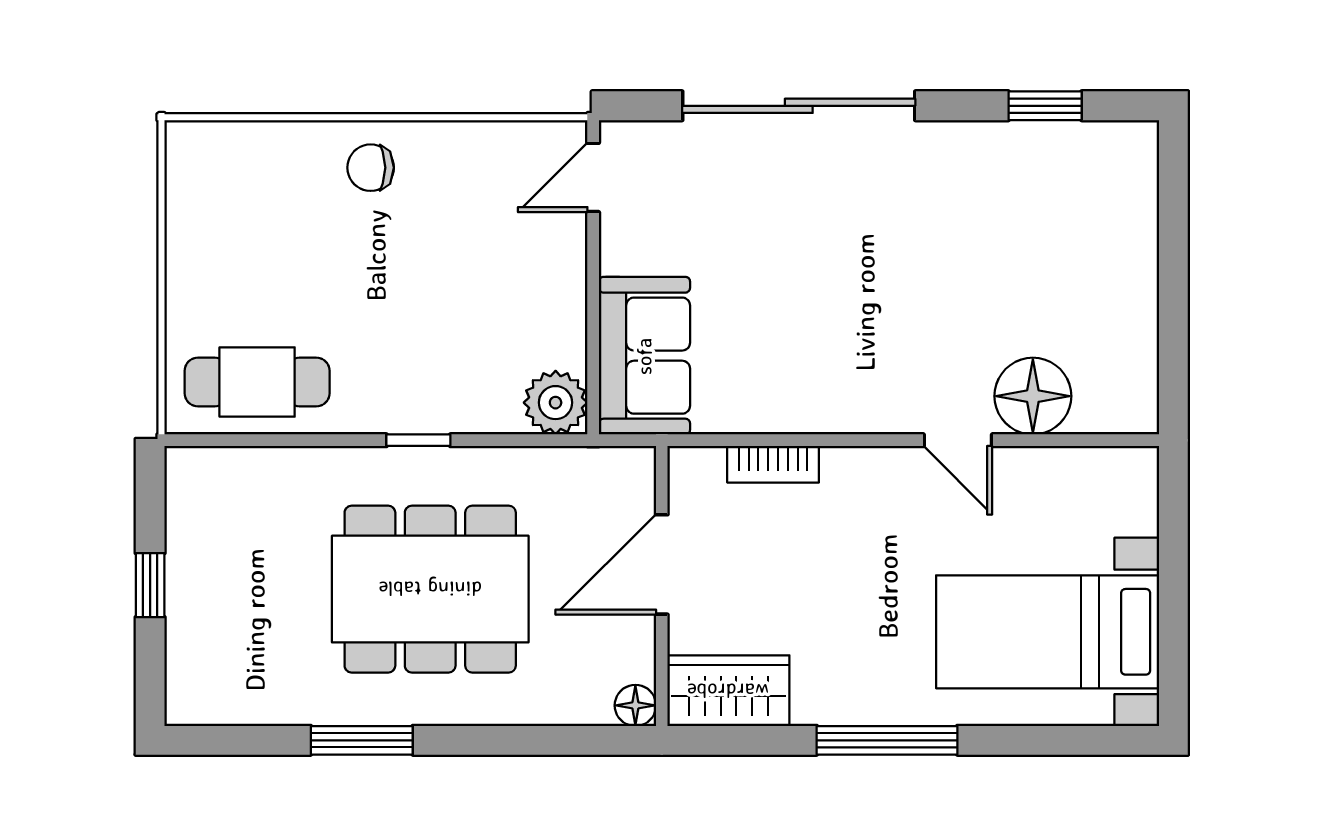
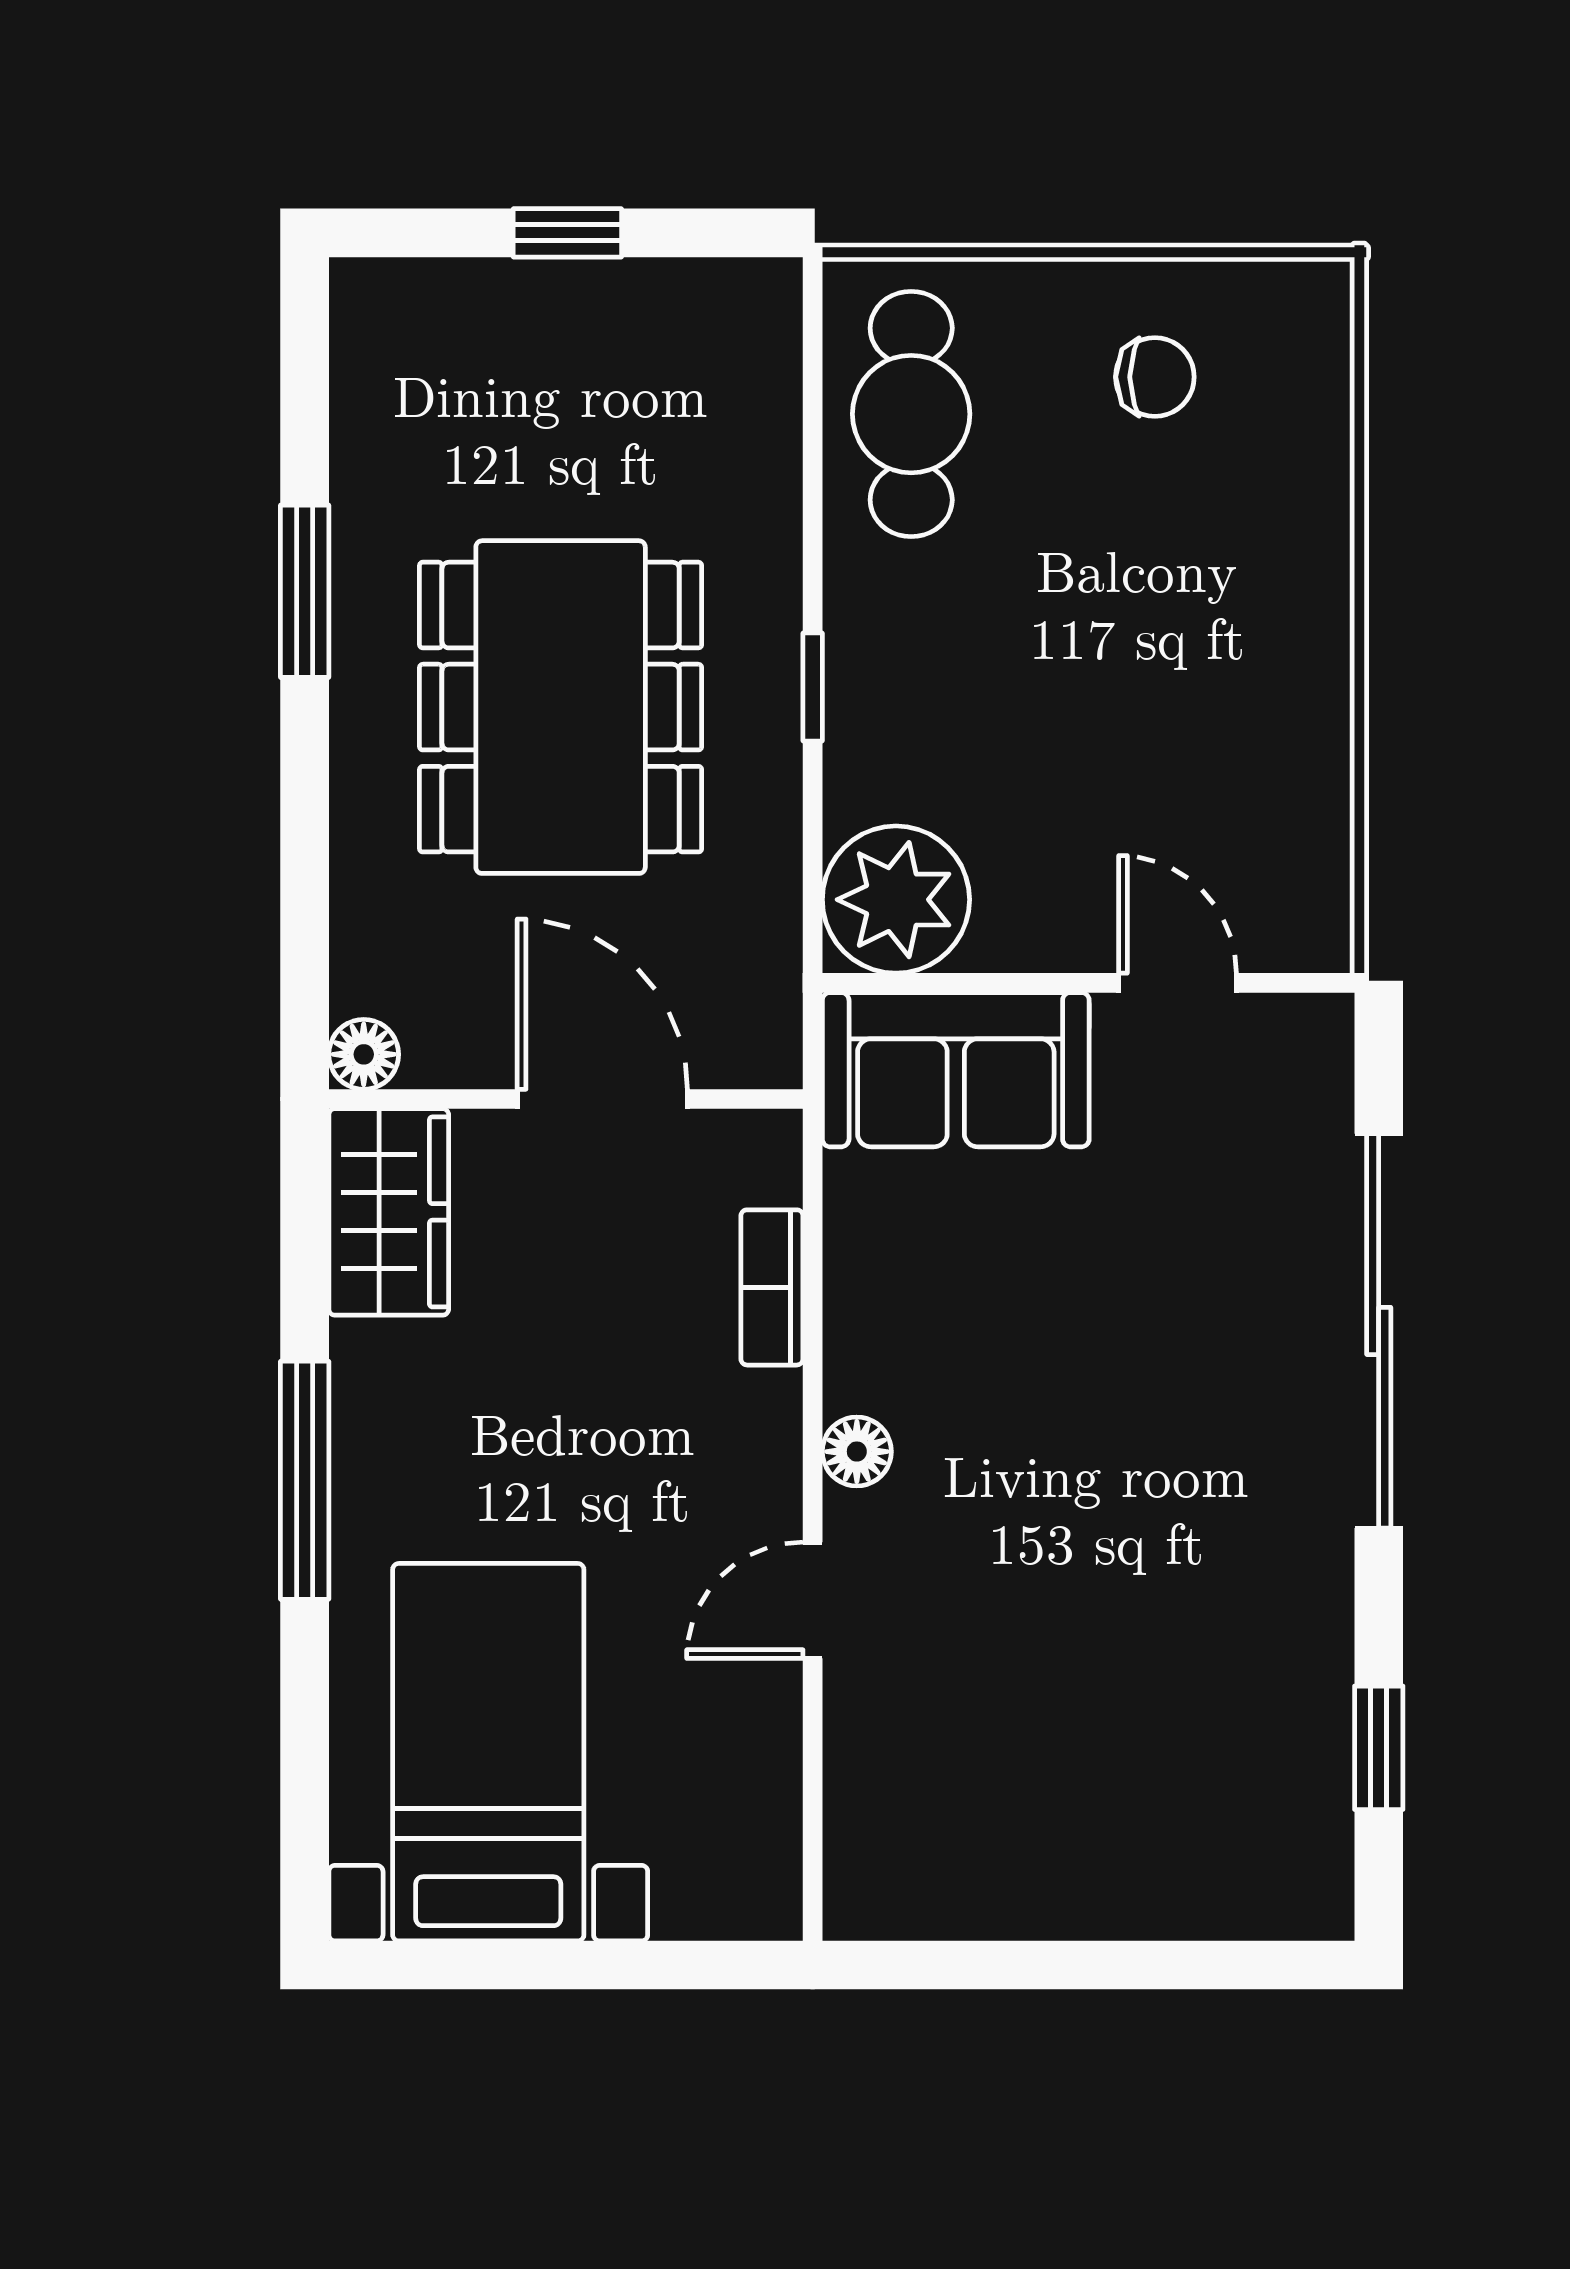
chair: (371, 168) -> (1155, 377), moved, turned 90
door: (593, 177) -> (1177, 983), moved
floor lamp: (1033, 396) -> (857, 1452), moved, width x0.53, depth x0.53
plant: (556, 403) -> (896, 900), width x1.36, depth x1.36

